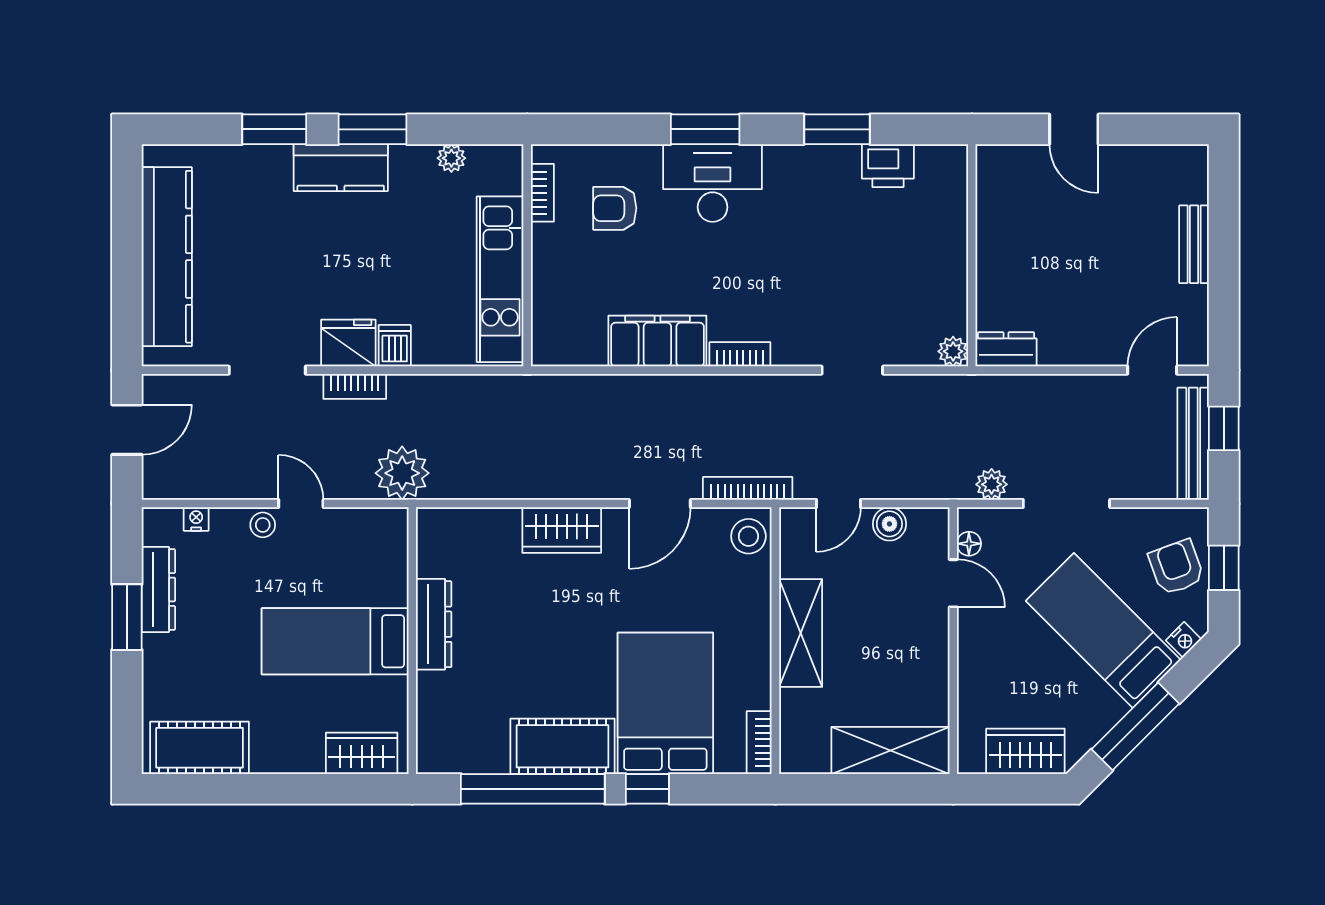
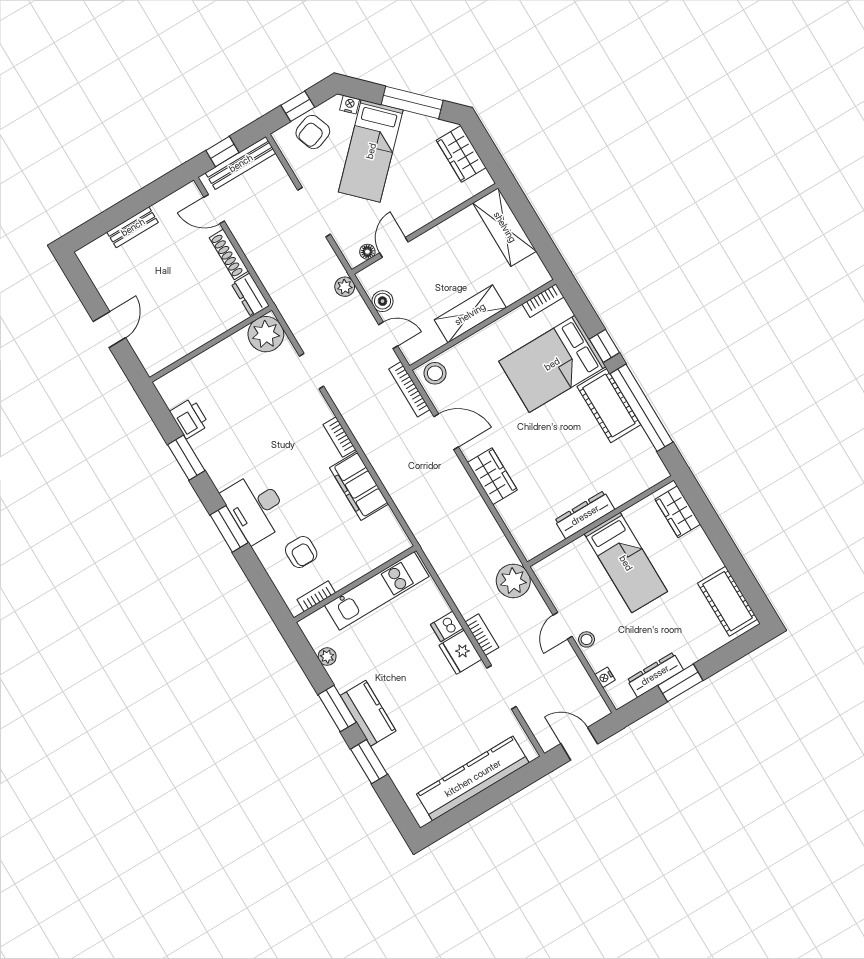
plant: (953, 351) -> (266, 334), width x1.88, depth x1.88
shoe rack: (1079, 353) -> (229, 254), added
plant: (992, 484) -> (345, 287), moved

